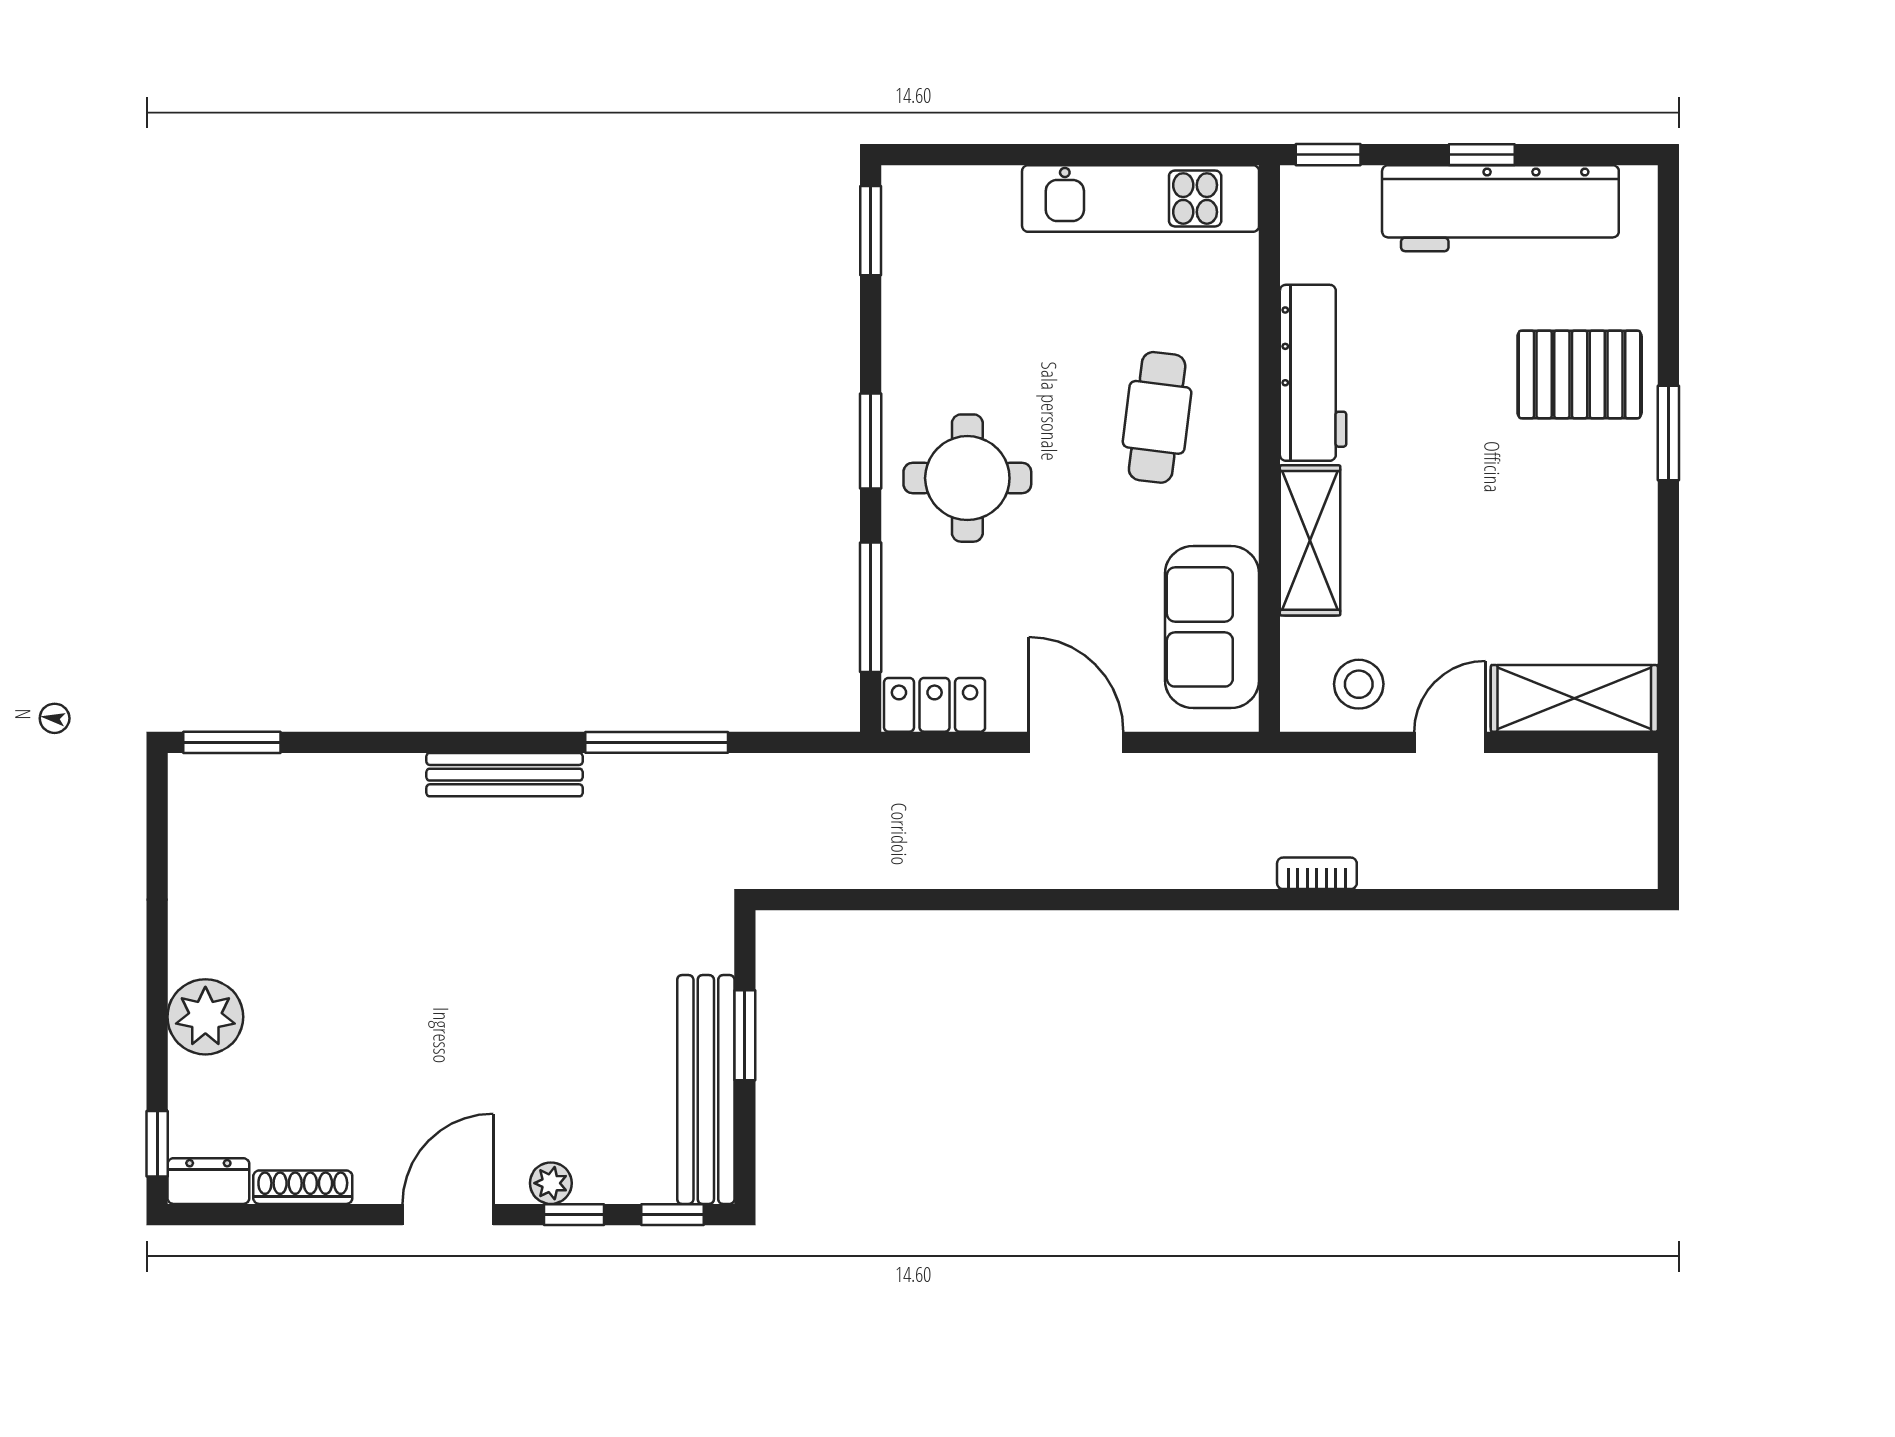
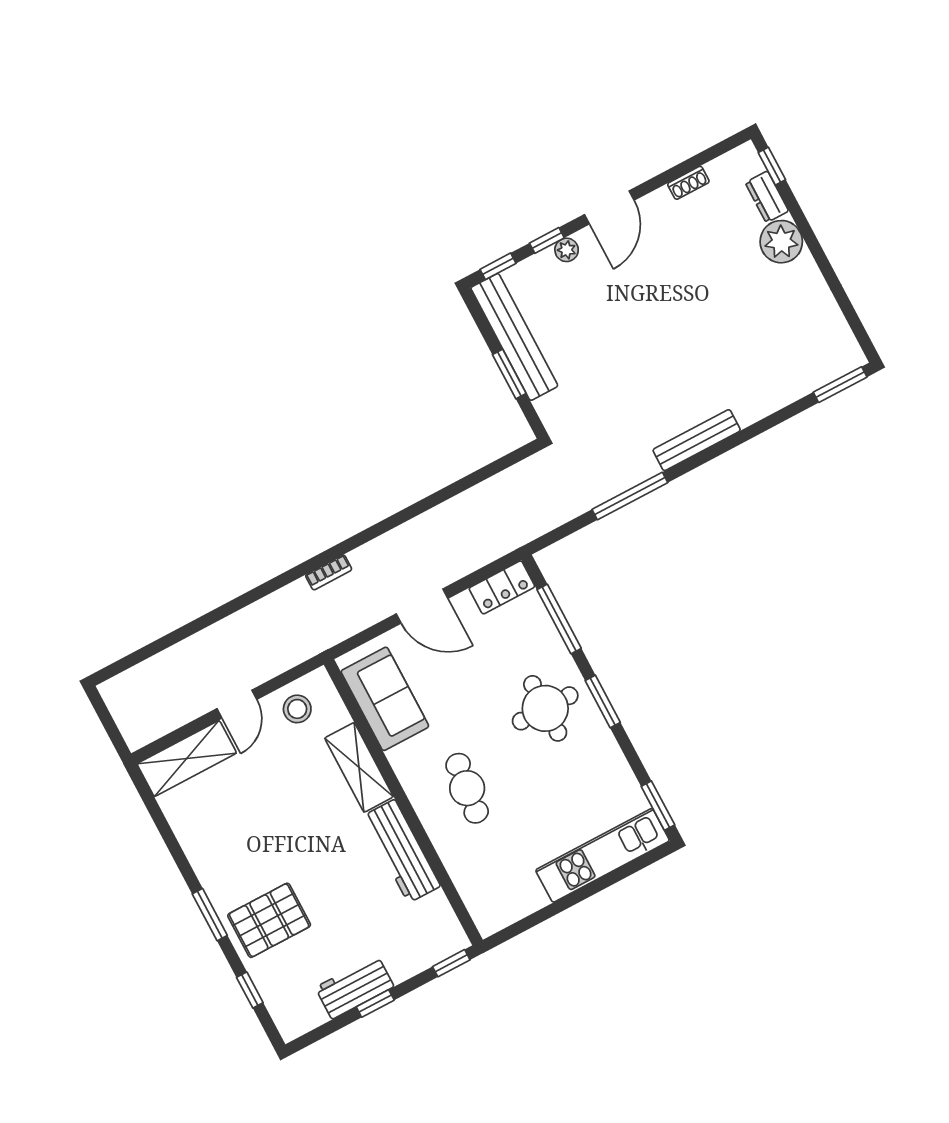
kitchen unit: (1141, 198) -> (602, 855), moved
workbench: (1500, 208) -> (355, 987), width x0.53, depth x0.76
window: (1668, 281) -> (250, 990), added
bookcase: (1317, 873) -> (329, 572), moved
dresser: (208, 1181) -> (767, 197), moved, turned 90
shoe rack: (303, 1187) -> (688, 183), width x0.70

